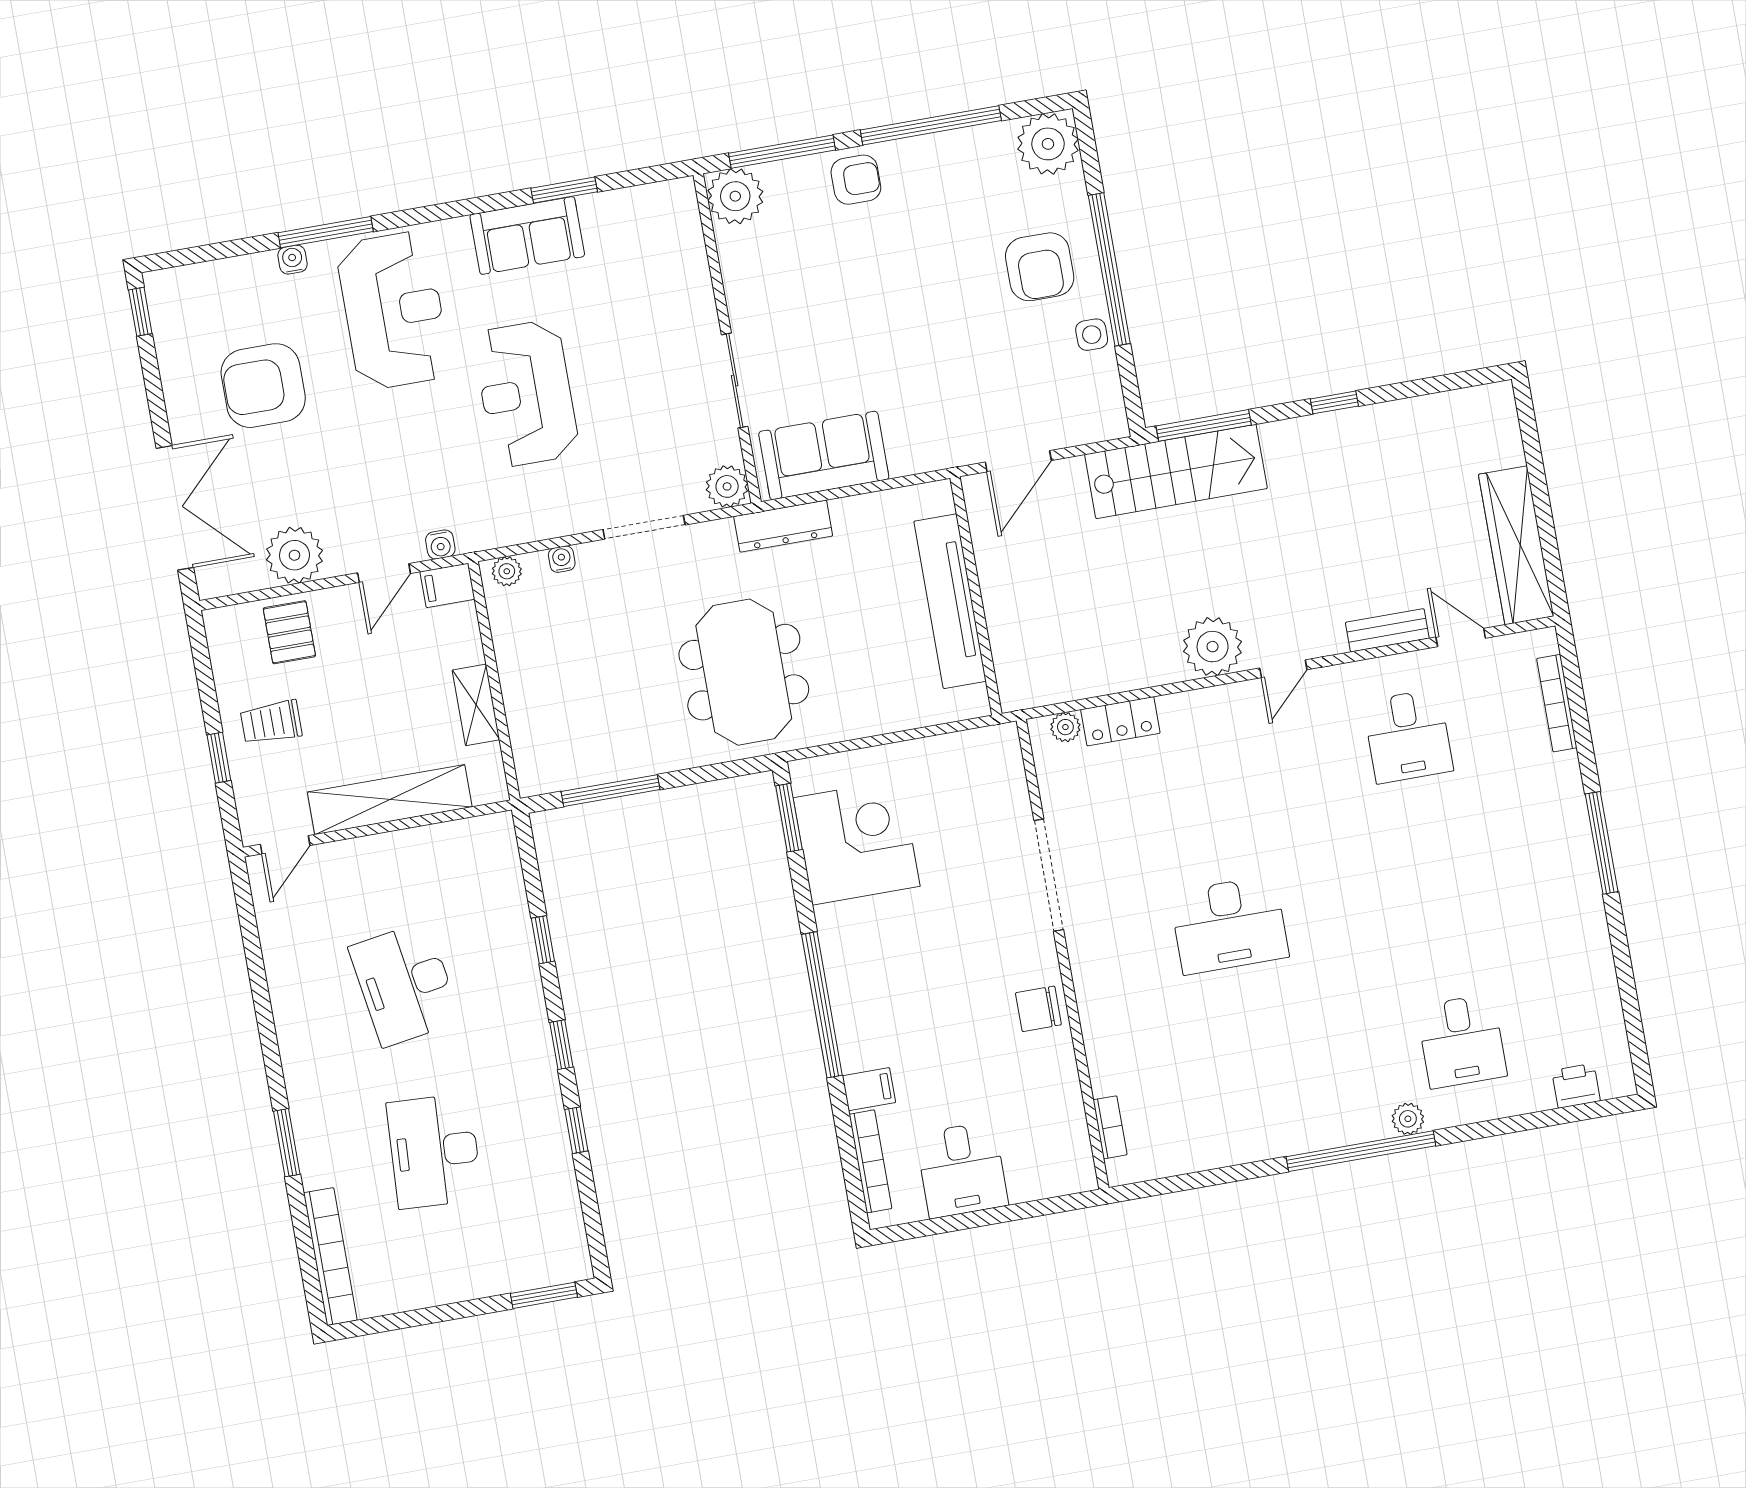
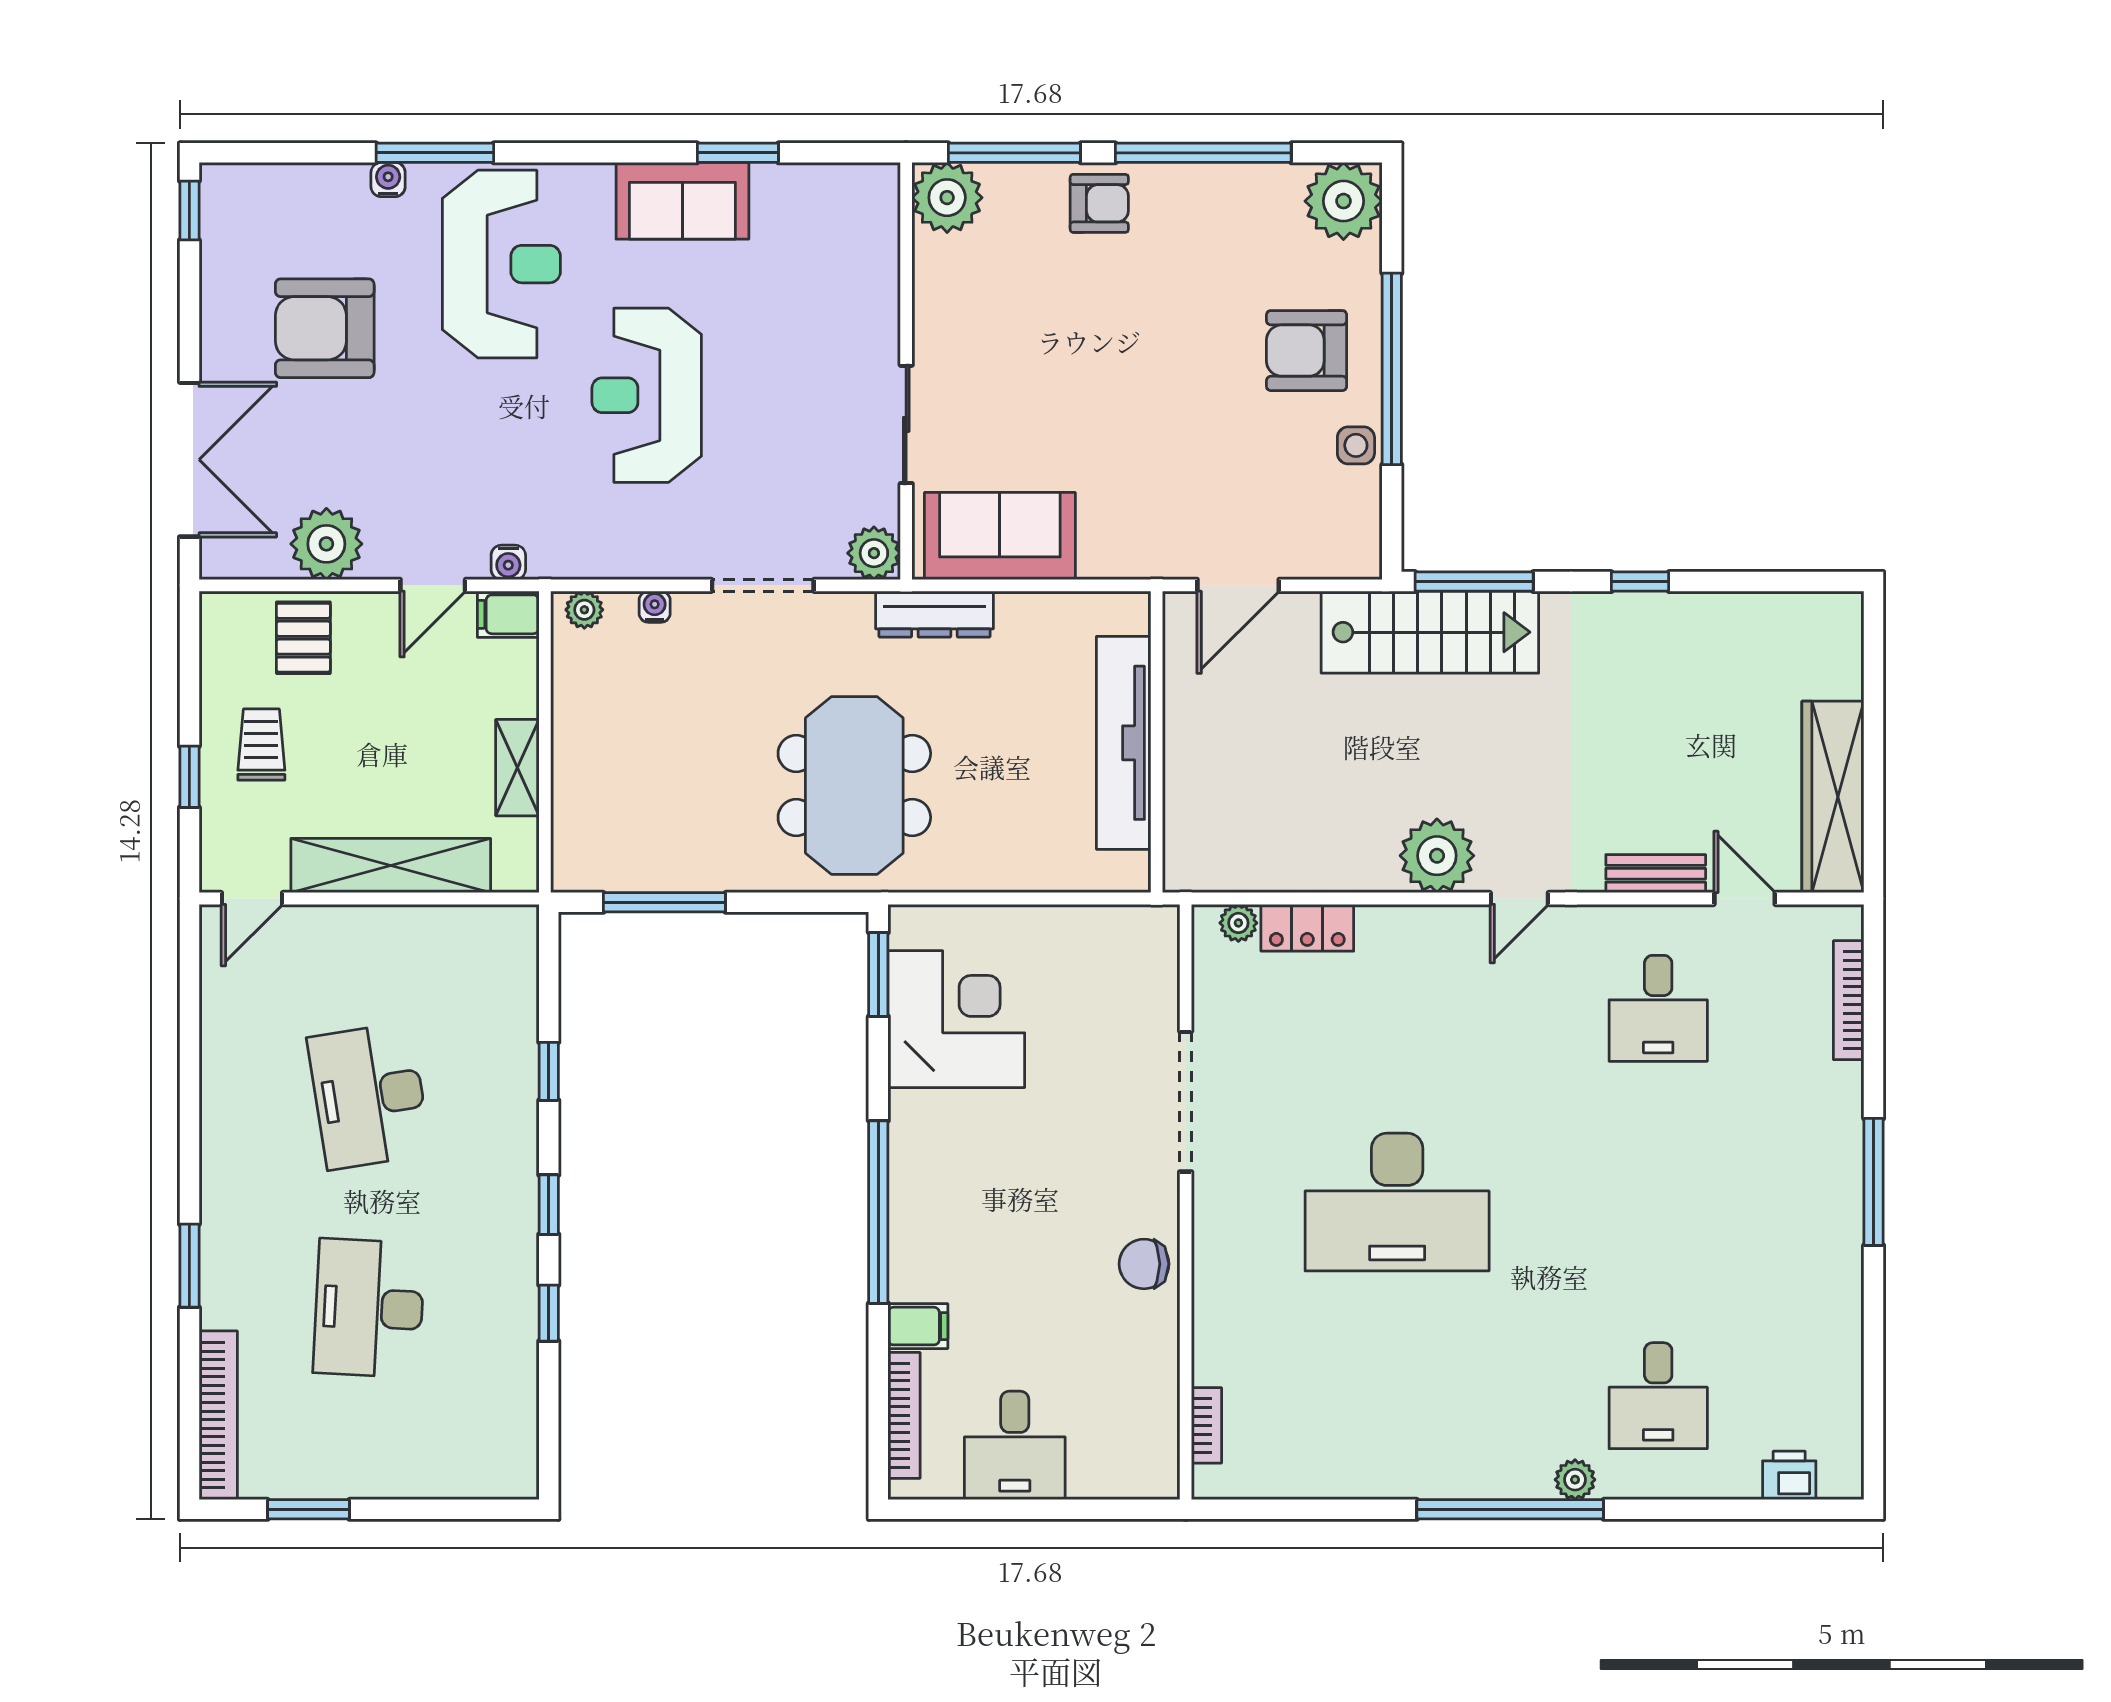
armchair: (1040, 267) -> (1307, 351), turned 90
trolley: (271, 722) -> (261, 745), turned 90
desk: (1229, 925) -> (1397, 1202), width x1.36, depth x1.30
window: (544, 1295) -> (309, 1509), moved

